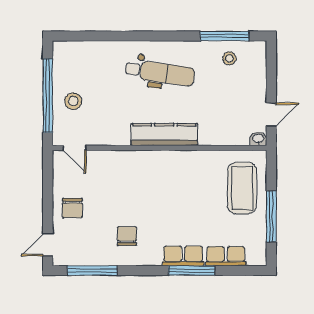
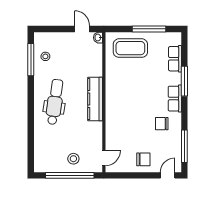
door: (48, 245) -> (168, 175), swing flipped
row of seats: (183, 256) -> (175, 99), moved

